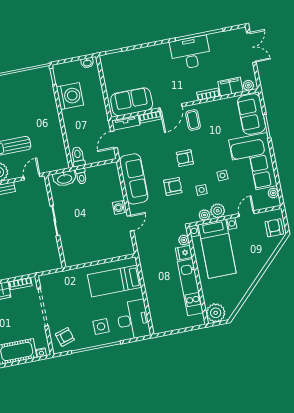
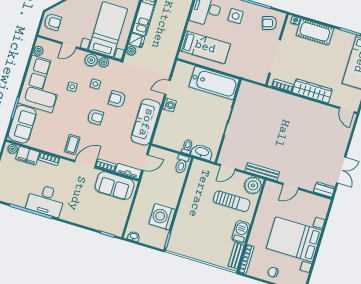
armchair: (274, 228) -> (53, 22), turned -90
bathtub: (88, 251) -> (214, 83), added

